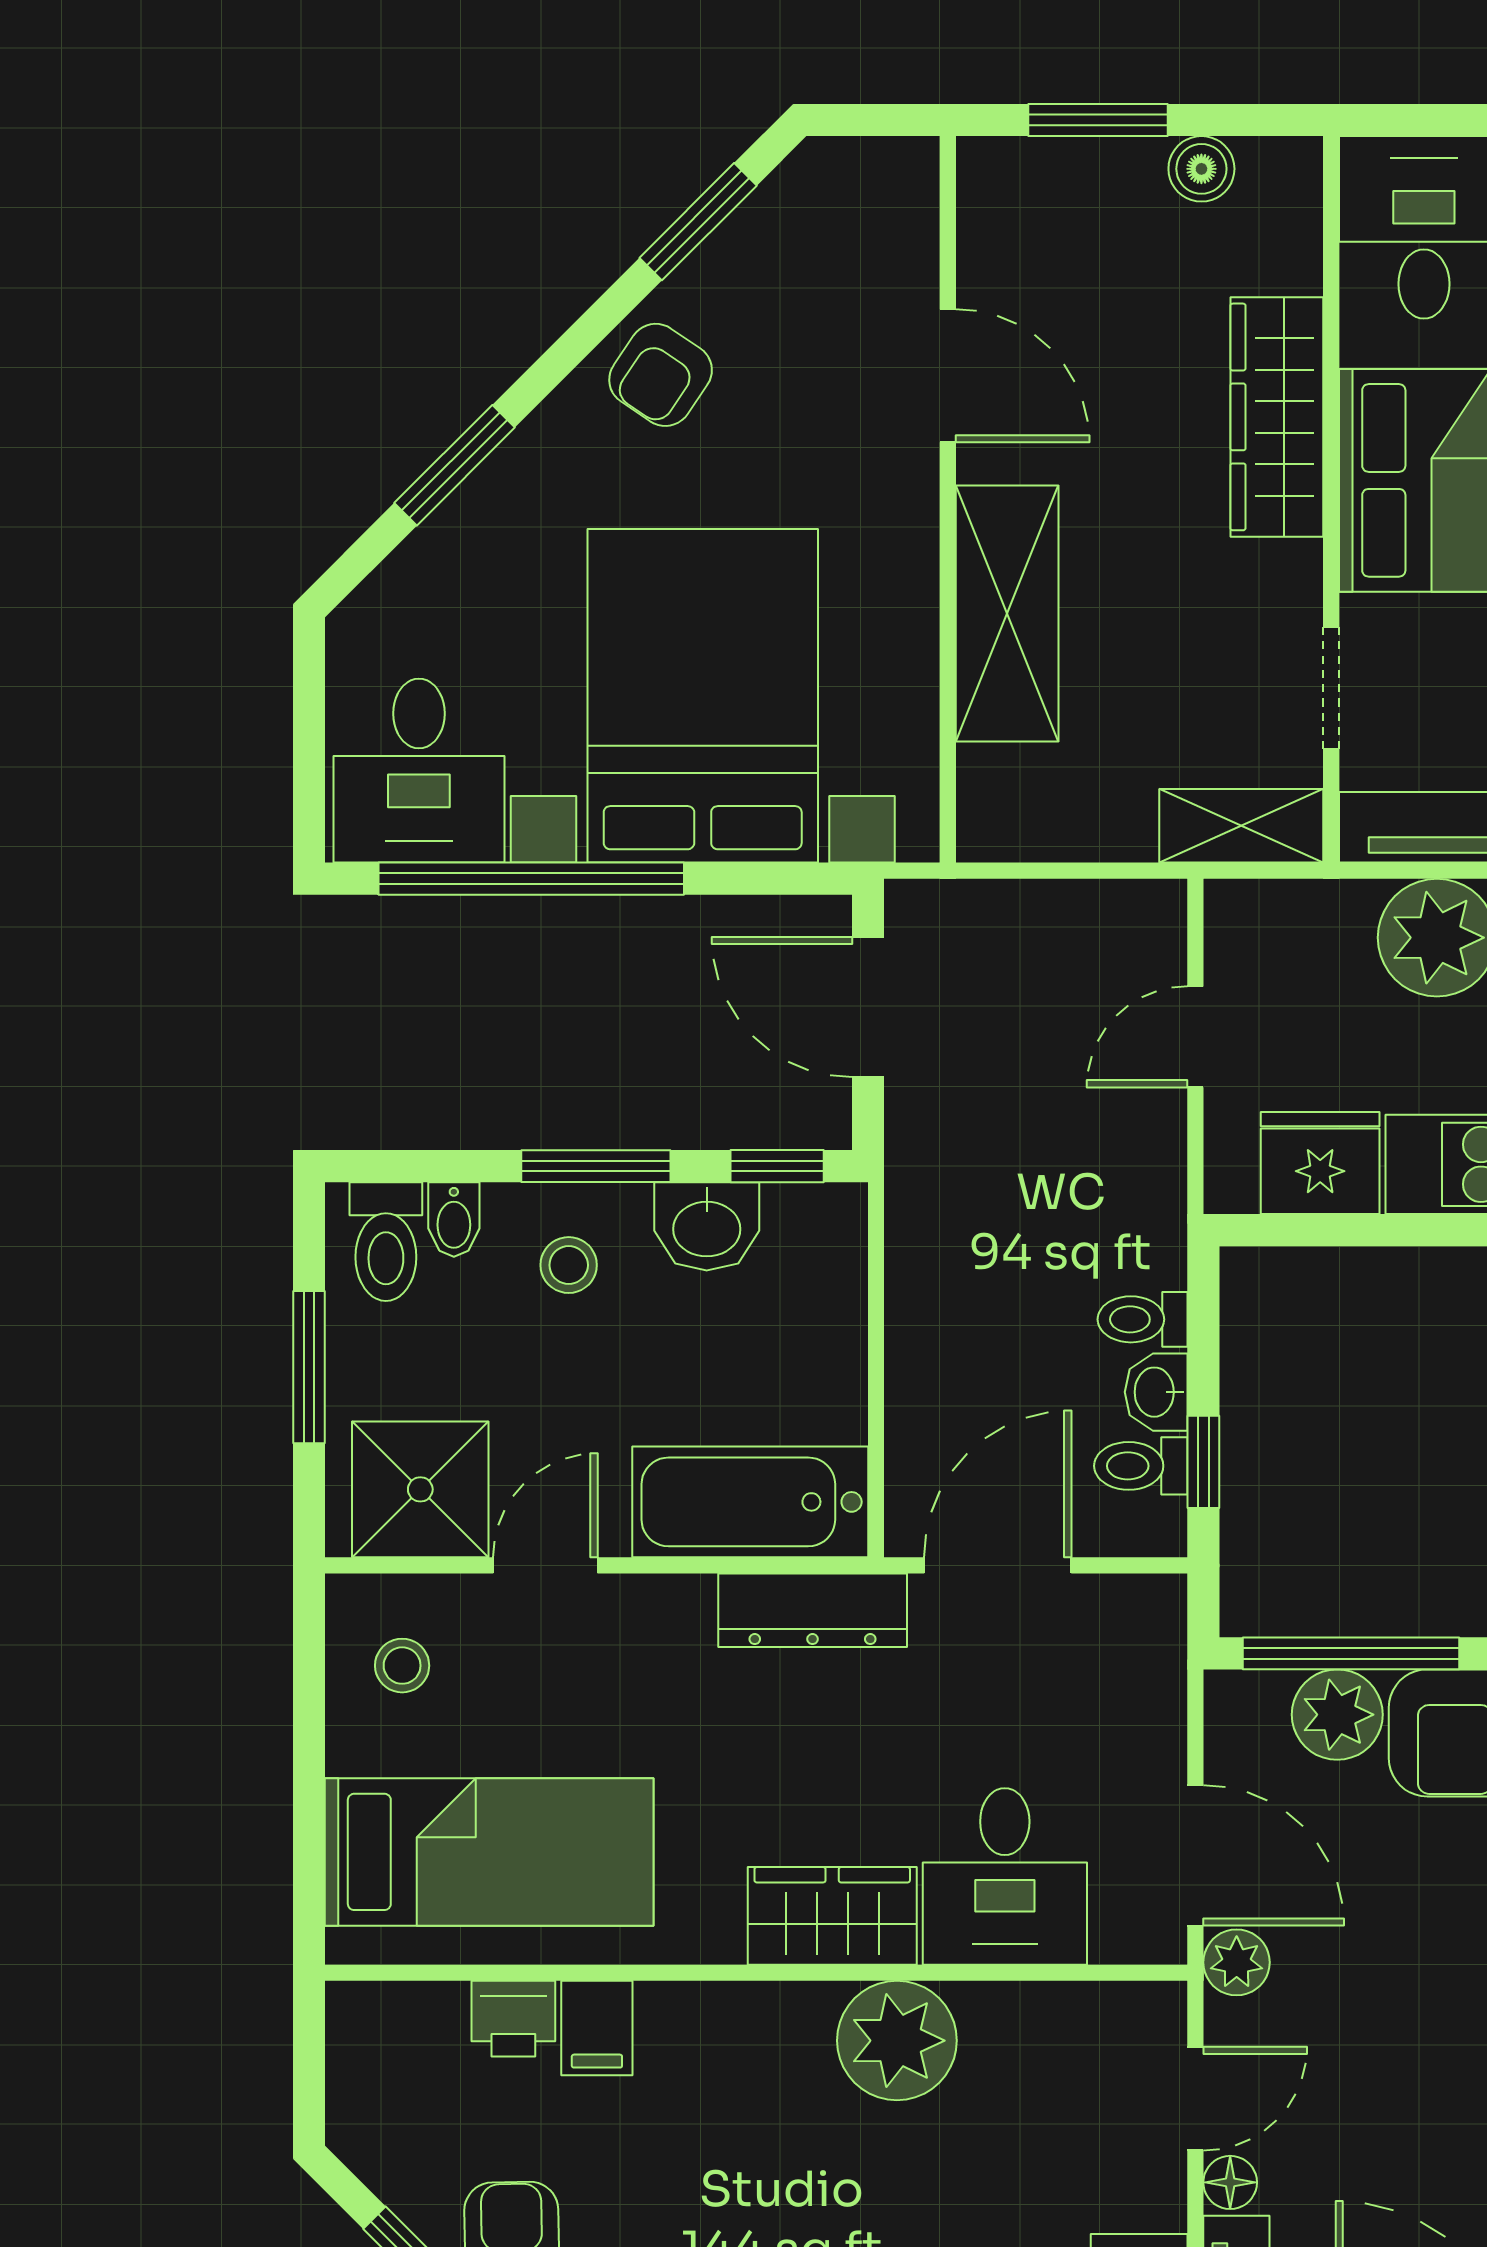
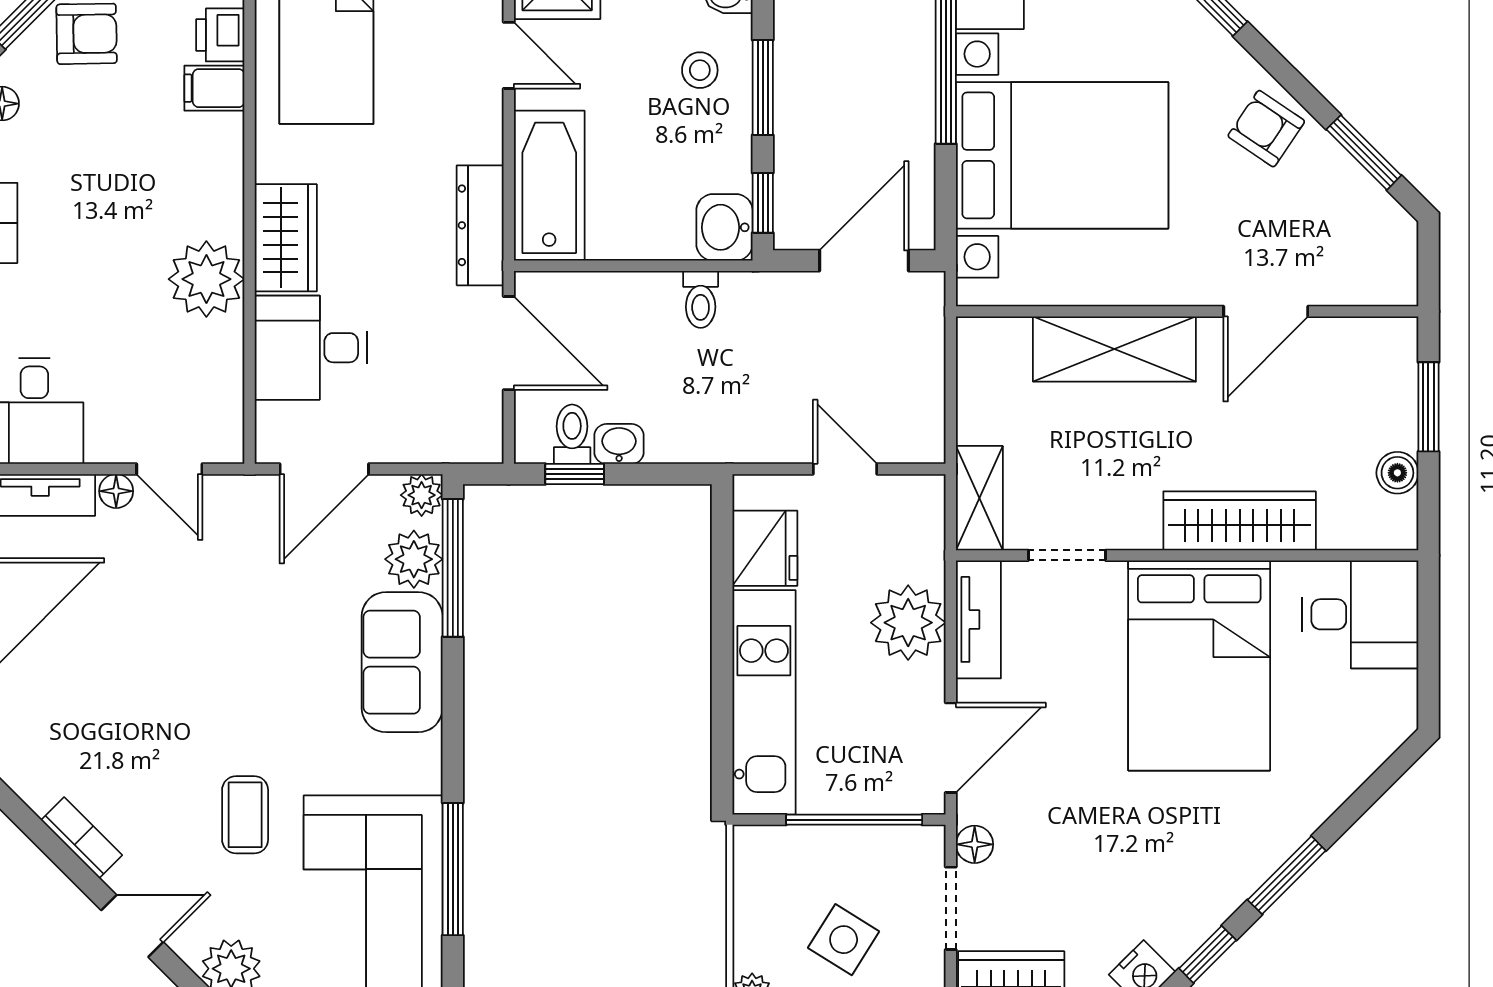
washbasin: (707, 1226) -> (724, 227), moved
toilet: (1143, 1319) -> (701, 299), moved, turned 180
plant: (1237, 1962) -> (422, 495), moved

